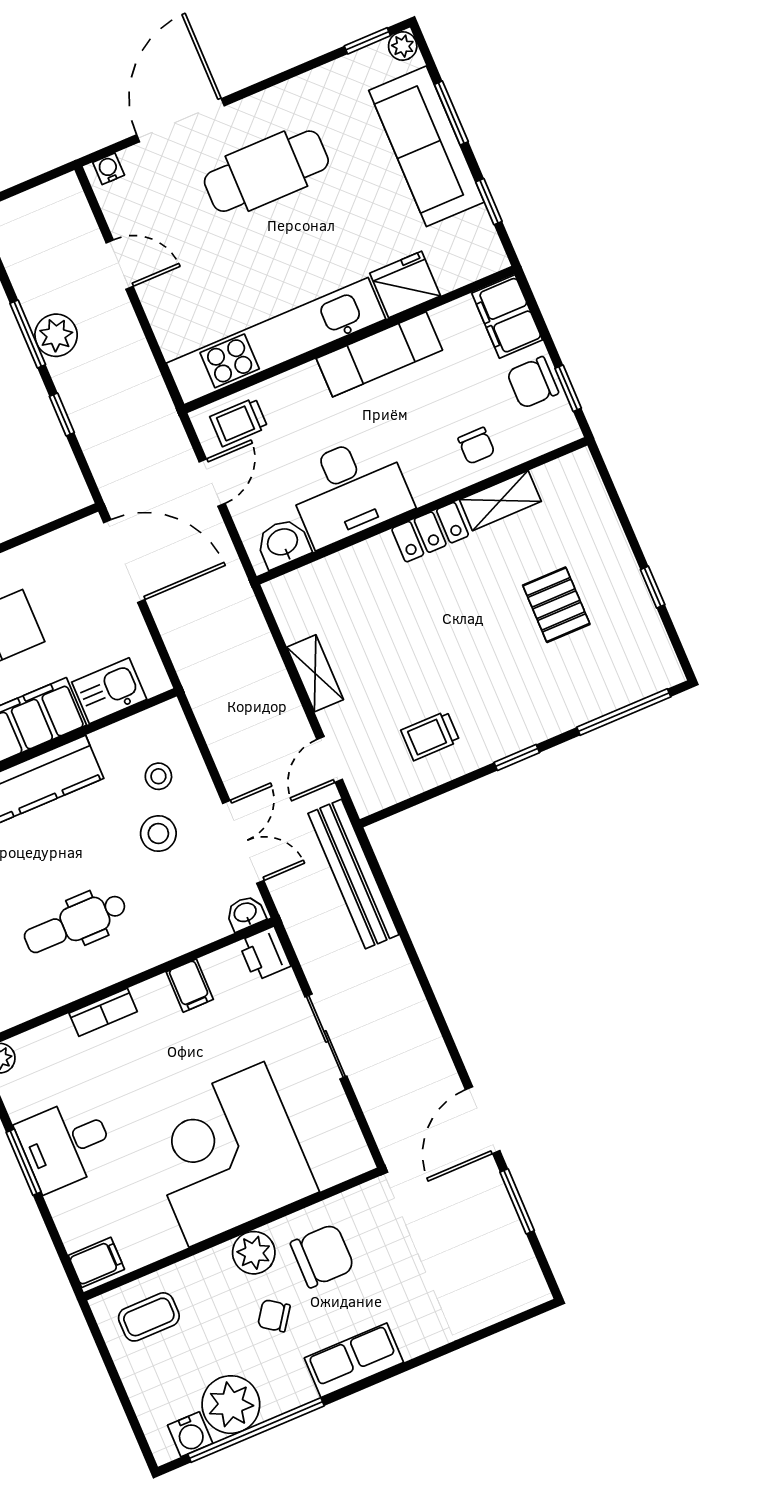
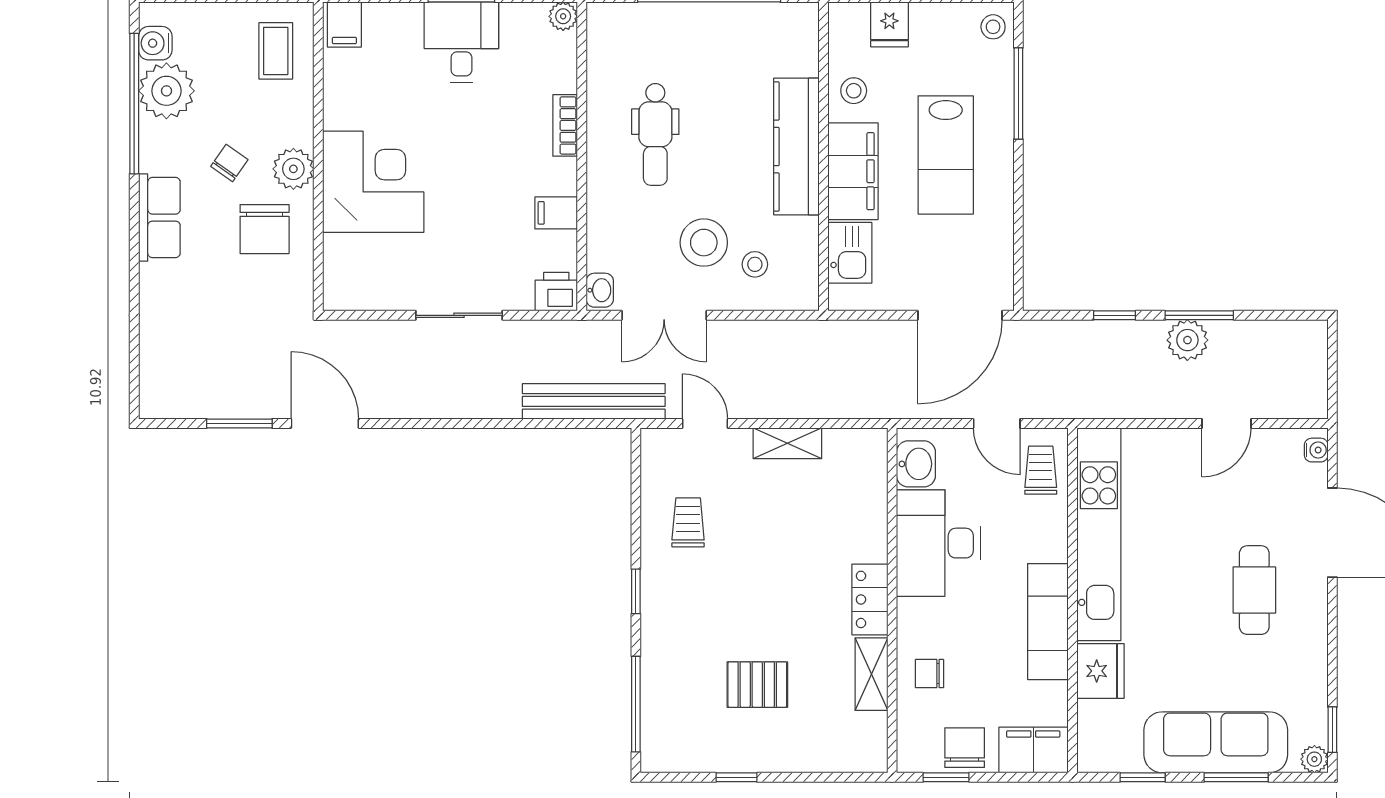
cafe table: (266, 171) -> (1254, 590), width x0.73, depth x0.74
stool: (158, 833) -> (704, 243), width x1.38, depth x1.38
dental chair: (75, 923) -> (655, 134), turned 180
corner desk: (227, 1154) -> (373, 182), width x0.74, depth x0.74

